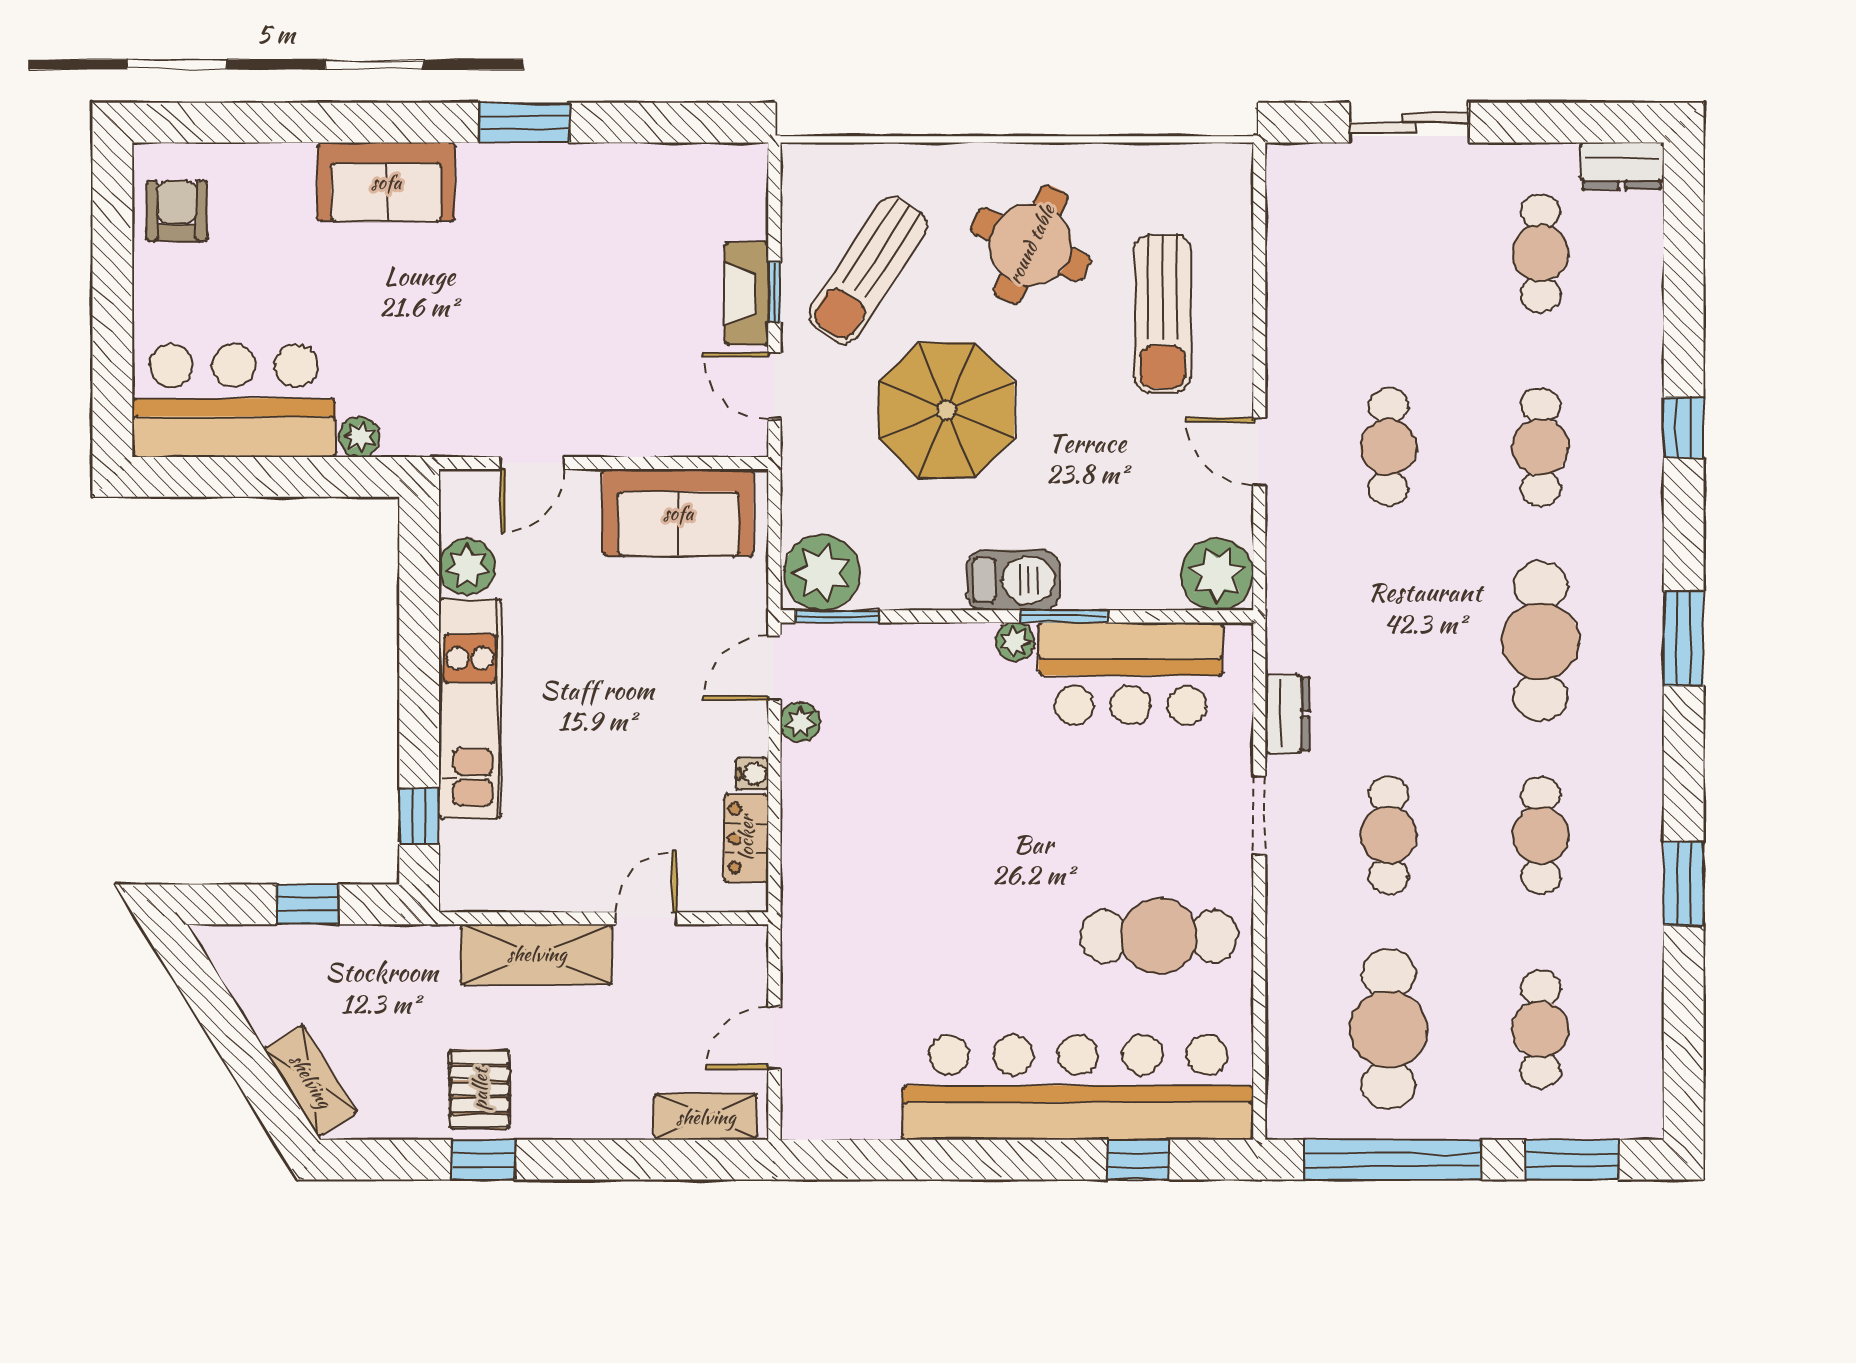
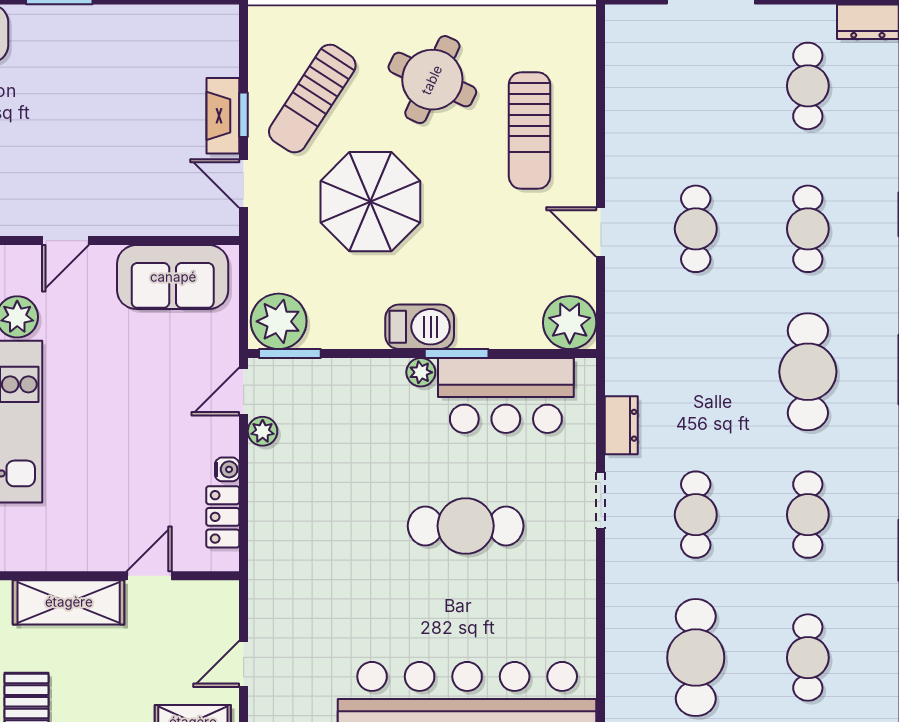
cafe table: (1159, 936) -> (466, 526), moved

